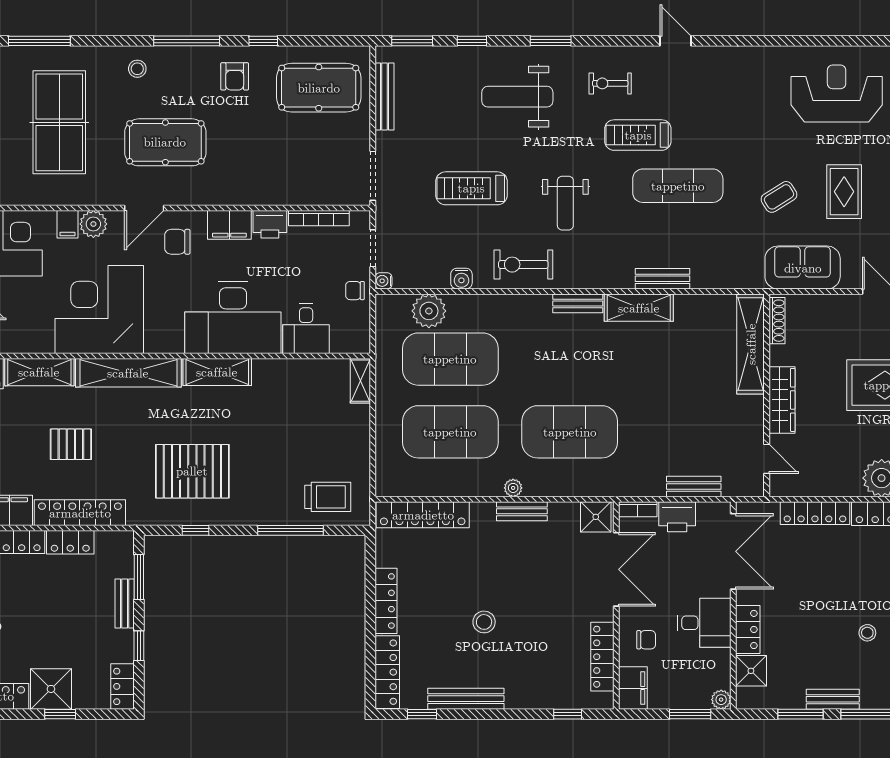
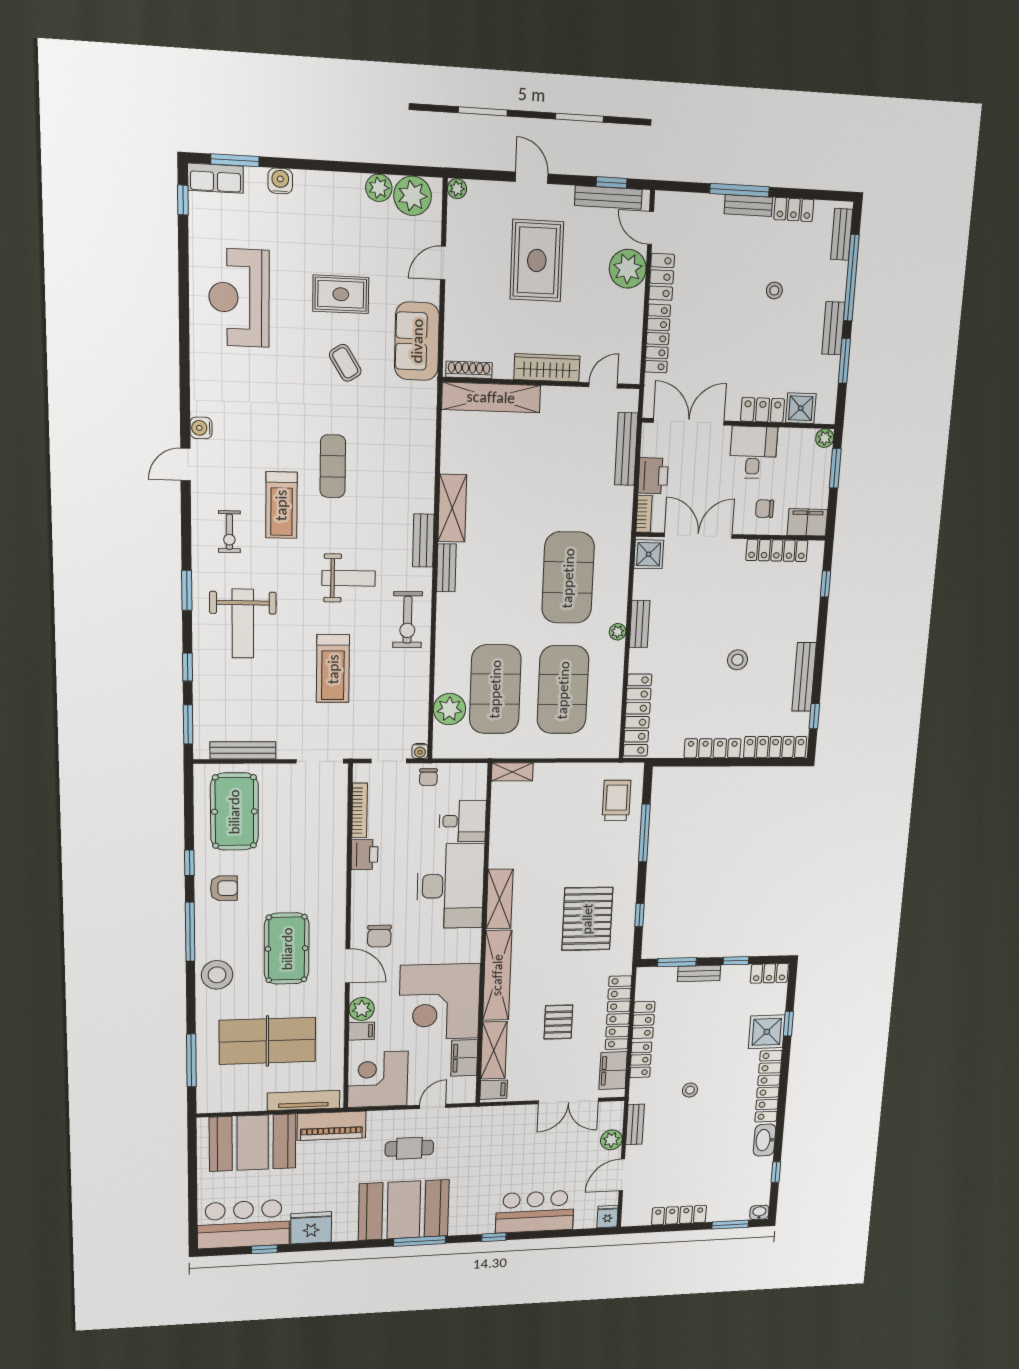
stool: (137, 69) -> (217, 975), width x1.89, depth x1.89
exercise mat: (678, 186) -> (333, 466), width x0.73, depth x0.69
filing cabinet: (229, 225) -> (464, 1058), moved, turned 180
water cooler: (461, 279) -> (201, 428), moved, turned 180
bench: (663, 279) -> (423, 541), moved
bench: (694, 487) -> (626, 449), width x1.36
chair: (646, 640) -> (765, 509), turned -90

